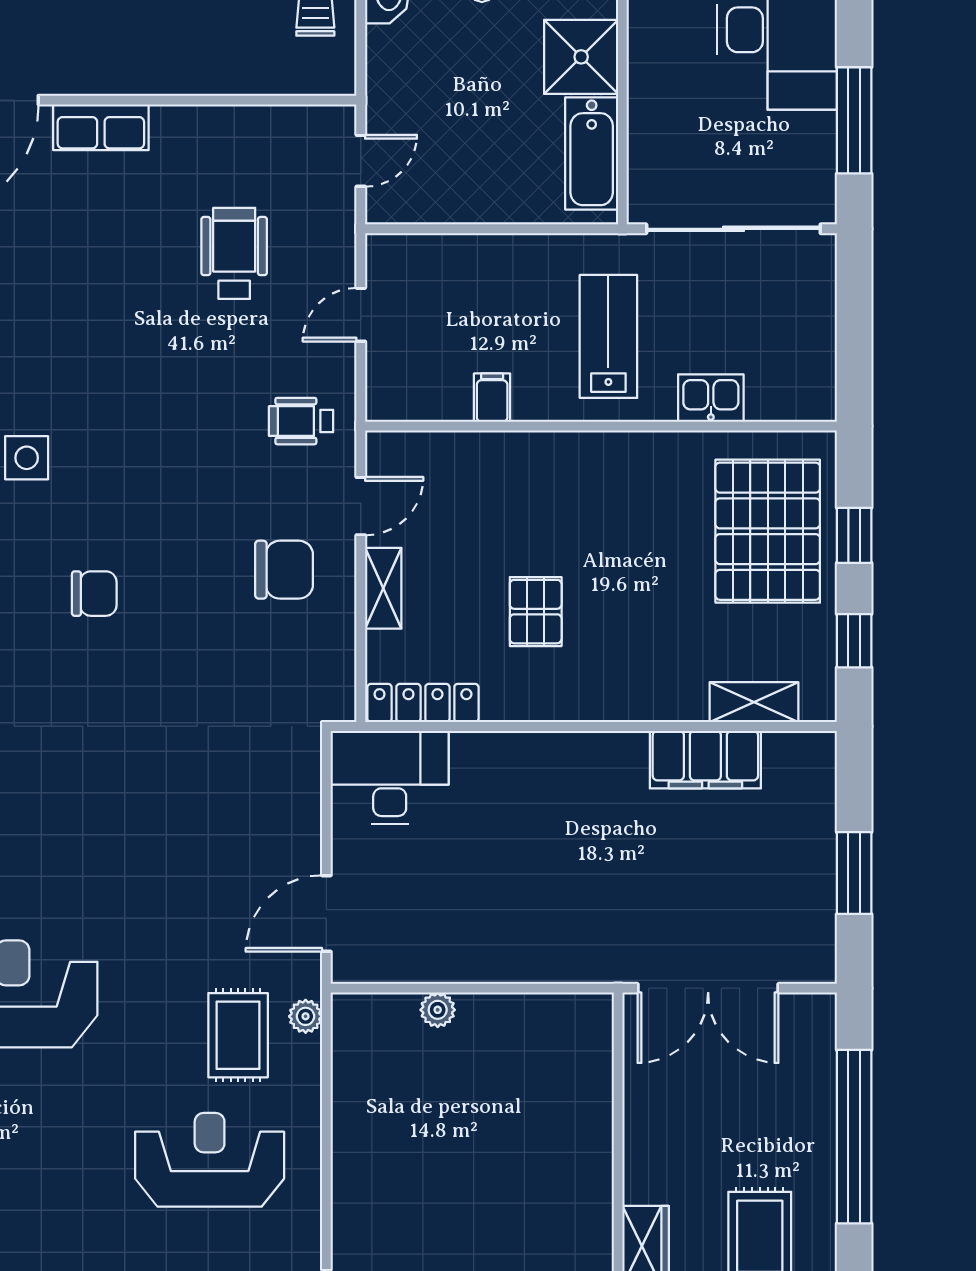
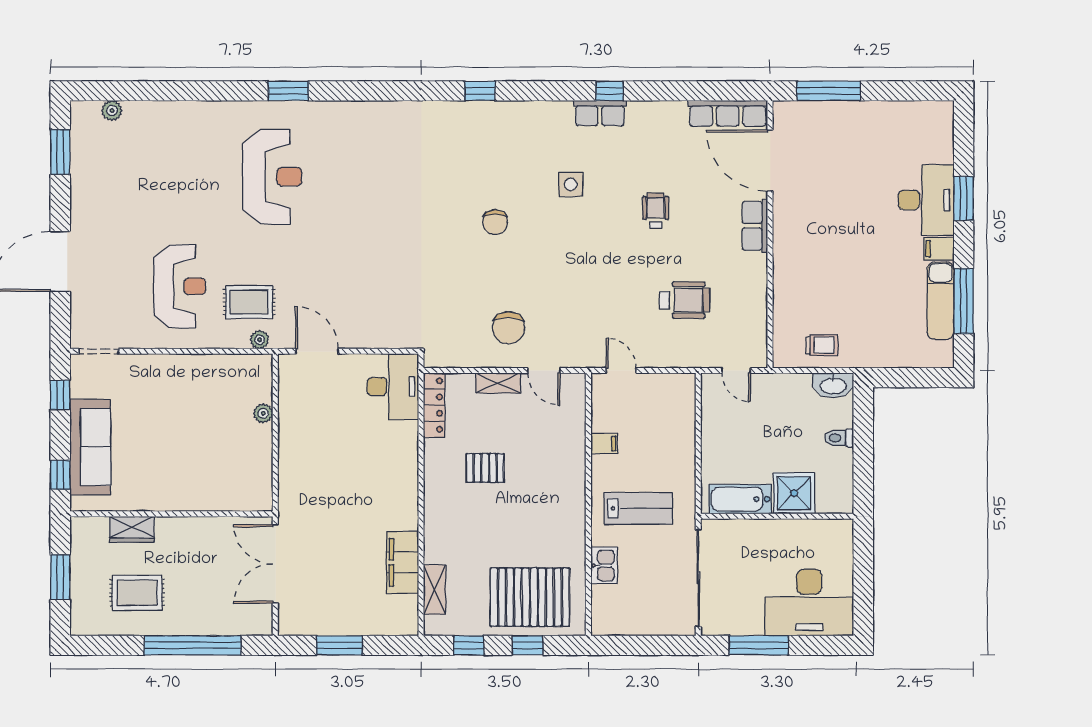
door: (361, 315) -> (621, 370), moved
wheelchair: (301, 421) -> (656, 211), moved

